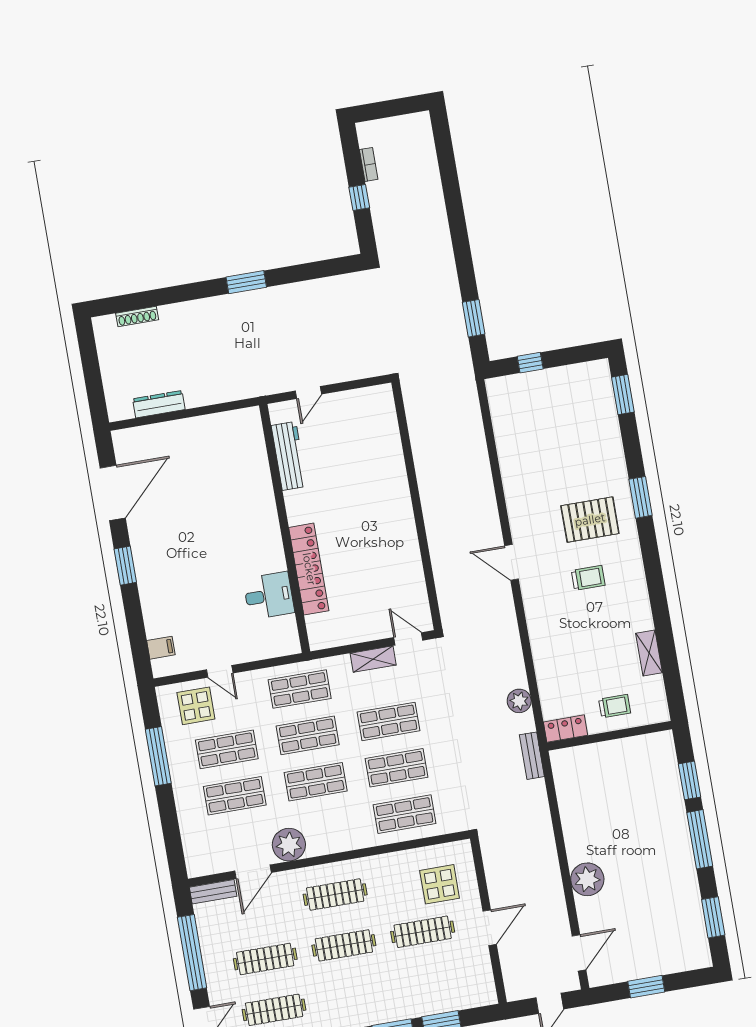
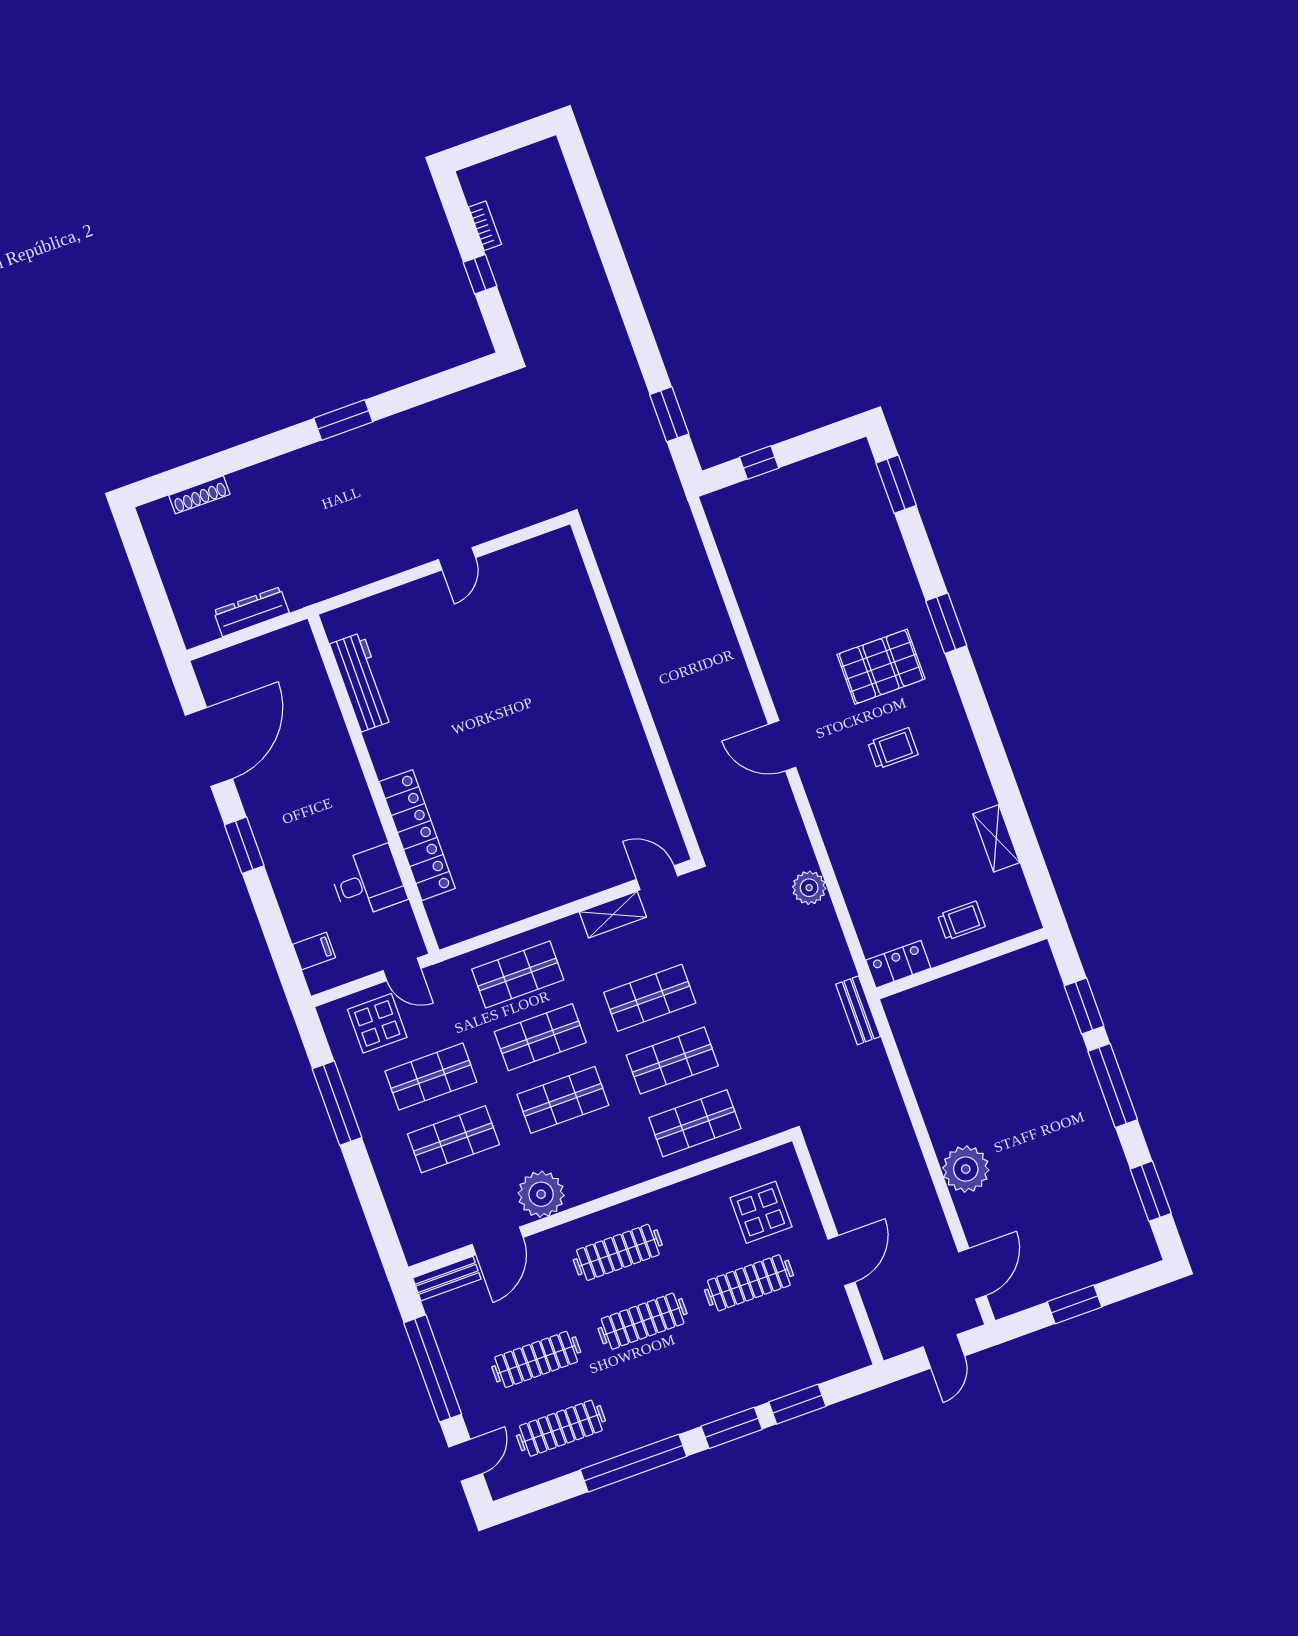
workbench: (289, 456) -> (362, 682), moved
wall: (285, 528) -> (374, 784), moved
locker: (309, 569) -> (417, 835), moved
desk: (269, 596) -> (368, 882), moved
plant: (519, 701) -> (809, 888), moved

